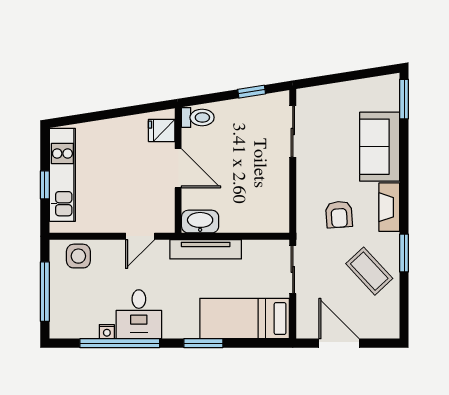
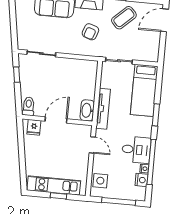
armchair: (339, 214) -> (90, 32), turned 113
nightstand: (86, 328) -> (141, 180), added
door: (339, 343) -> (165, 20), moved

